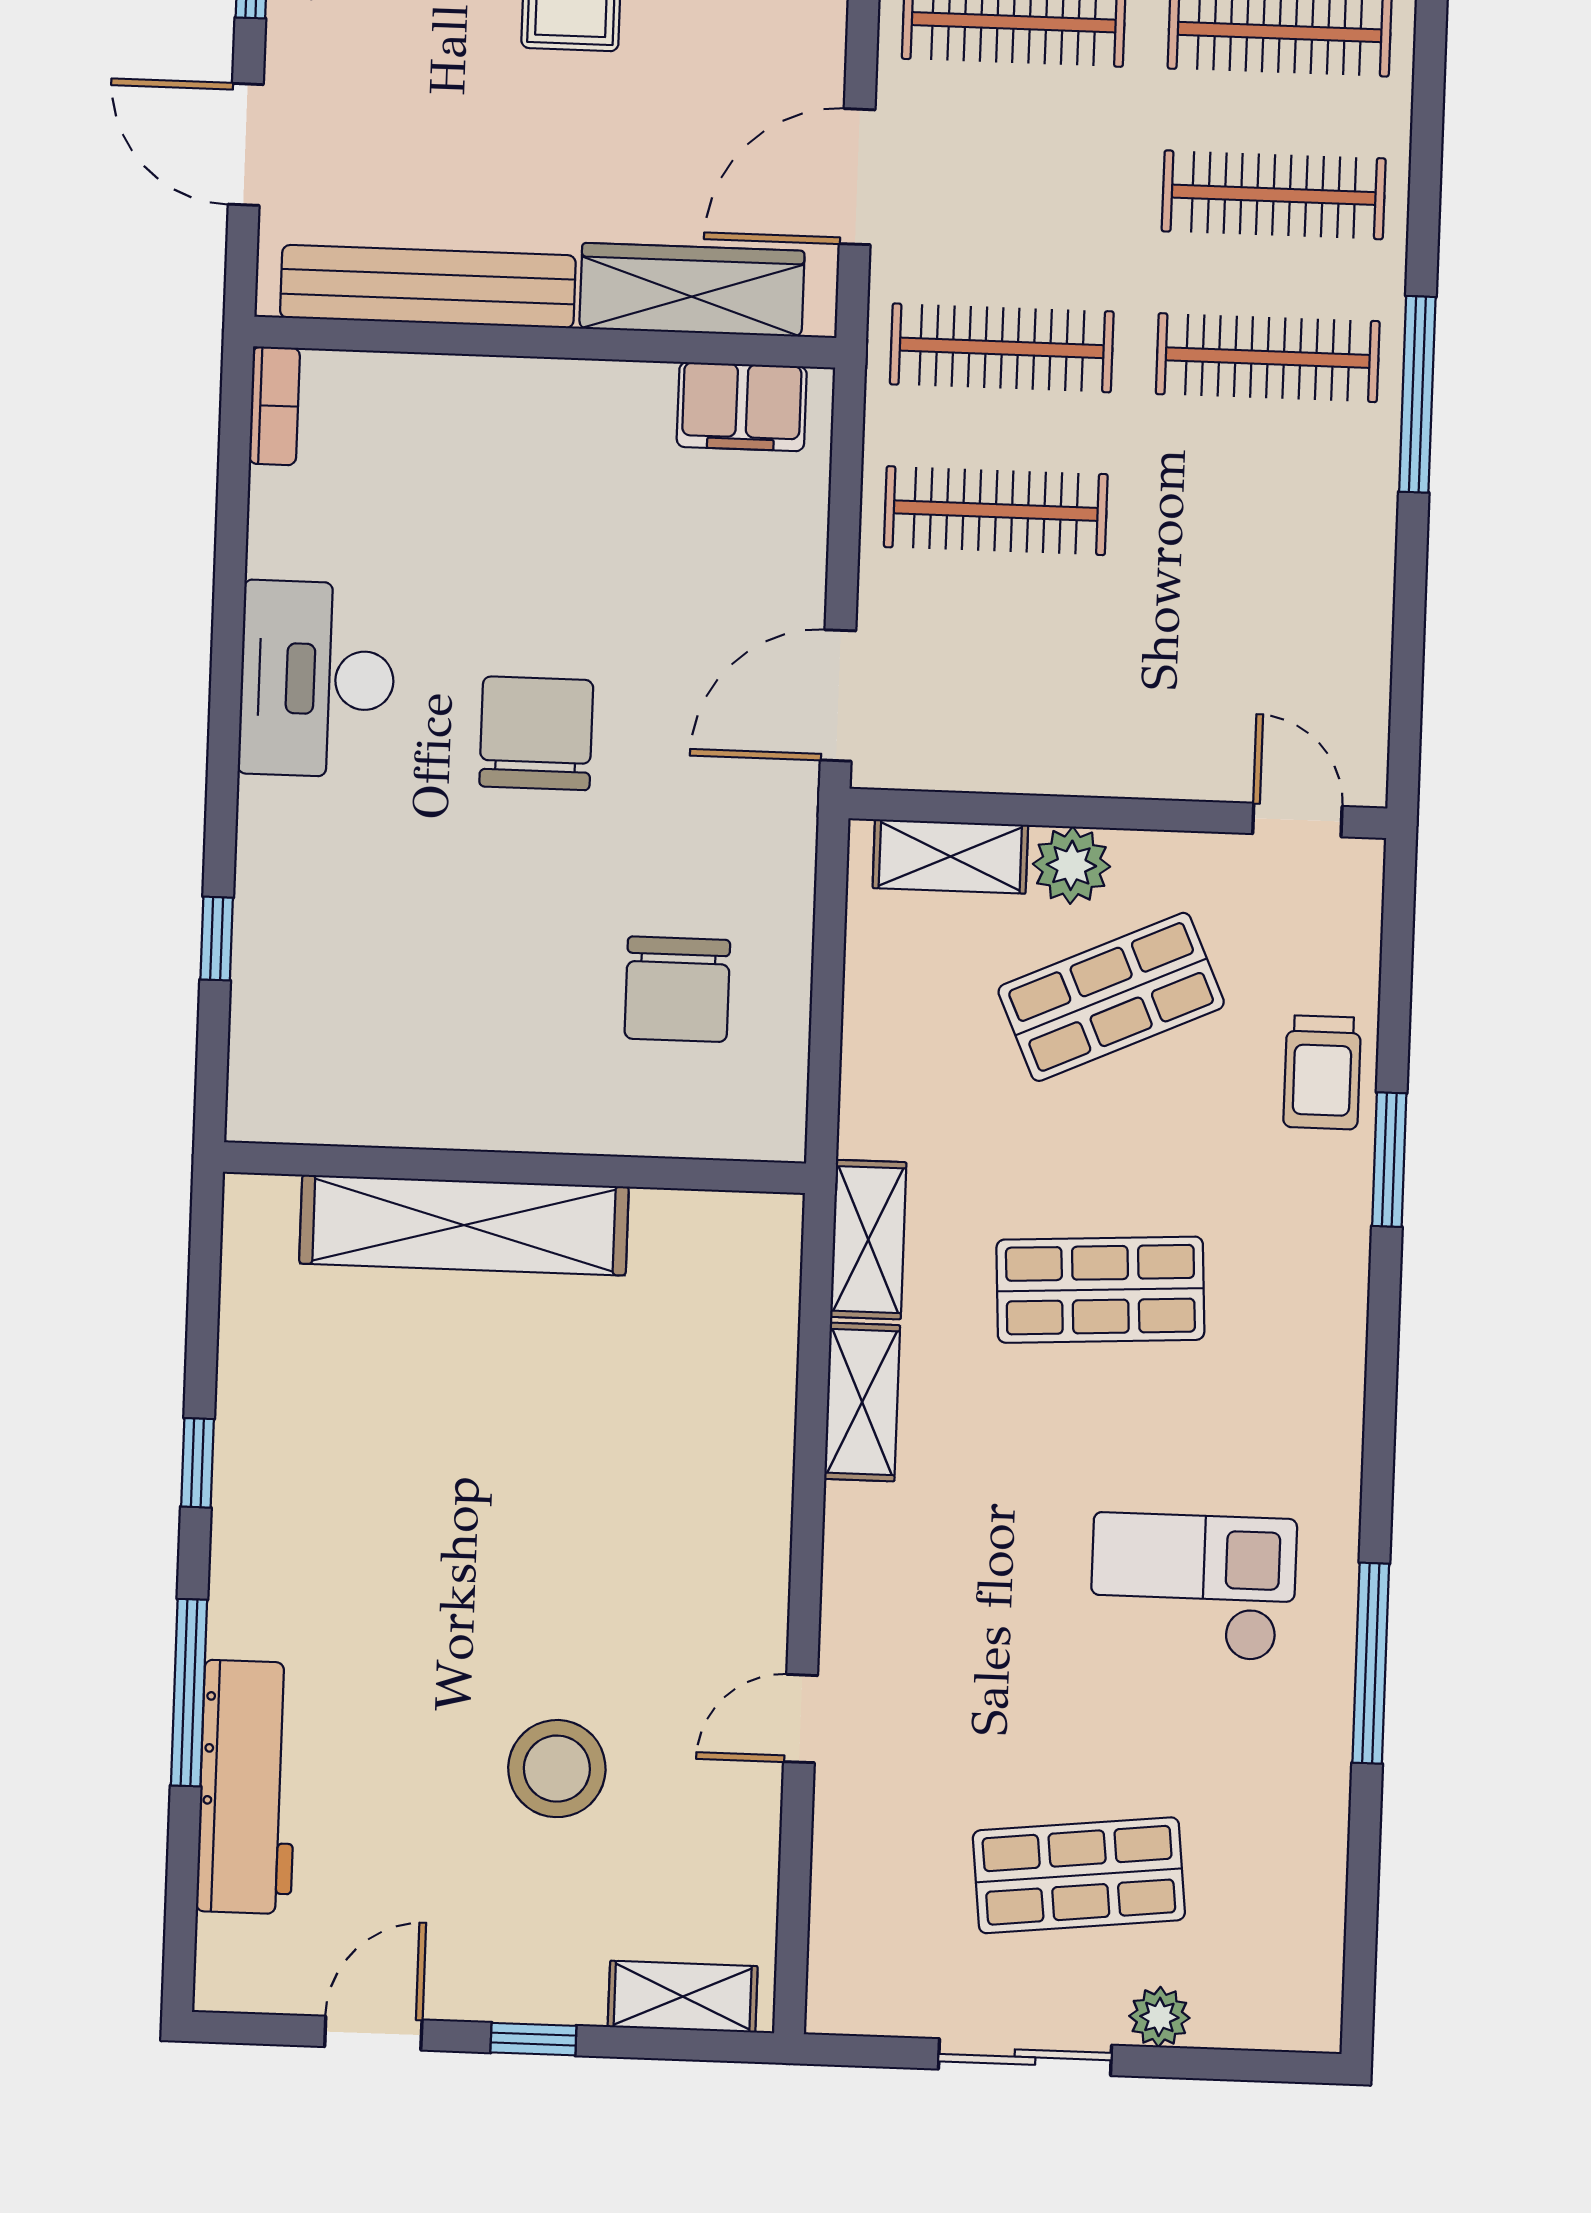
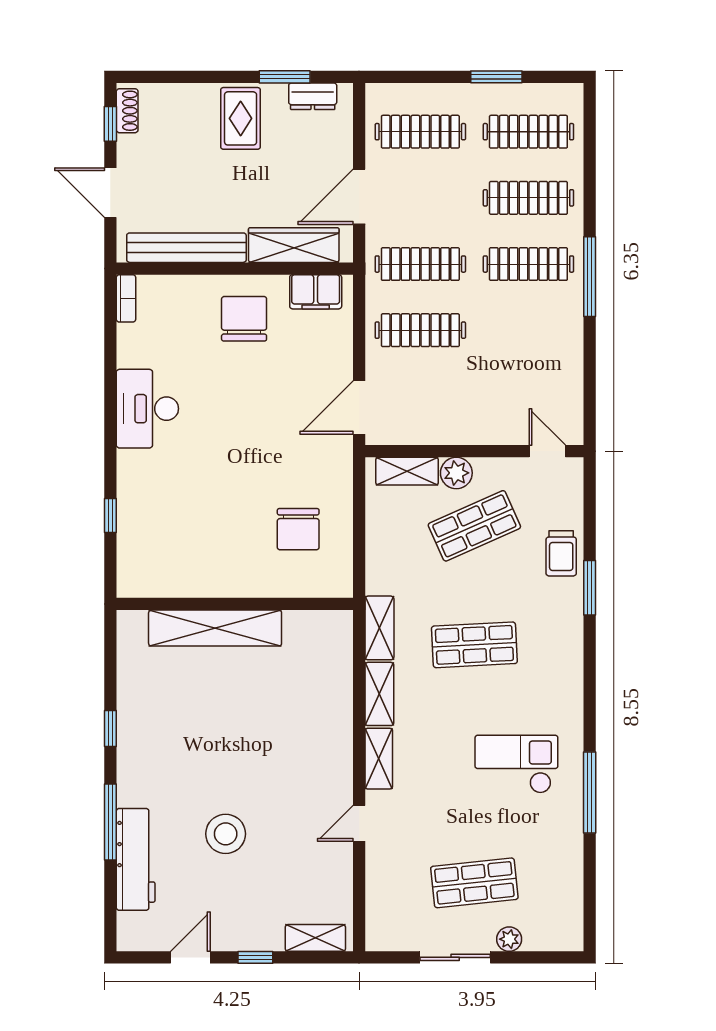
chair: (536, 733) -> (244, 319), moved
shelving: (855, 1561) -> (379, 759), added
stool: (557, 1769) -> (226, 834), moved

